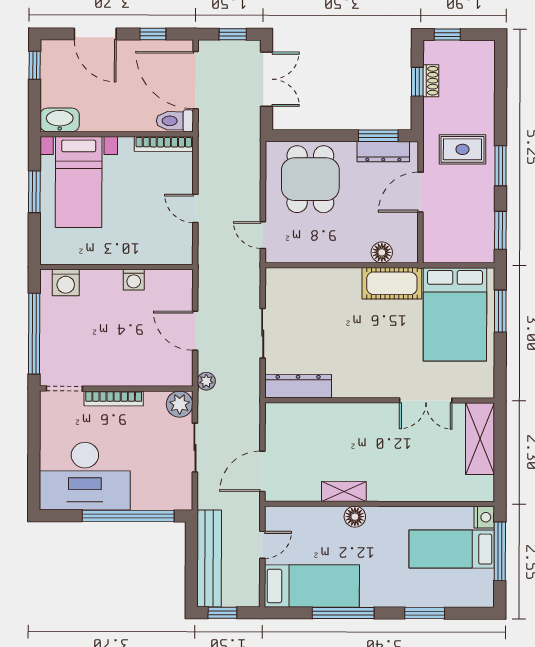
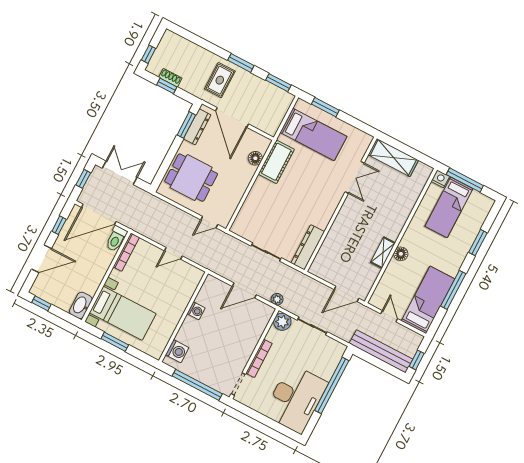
door: (421, 192) -> (232, 117), width x1.36
bed: (455, 314) -> (313, 134), width x0.67
door: (262, 471) -> (346, 294), hinge flipped

